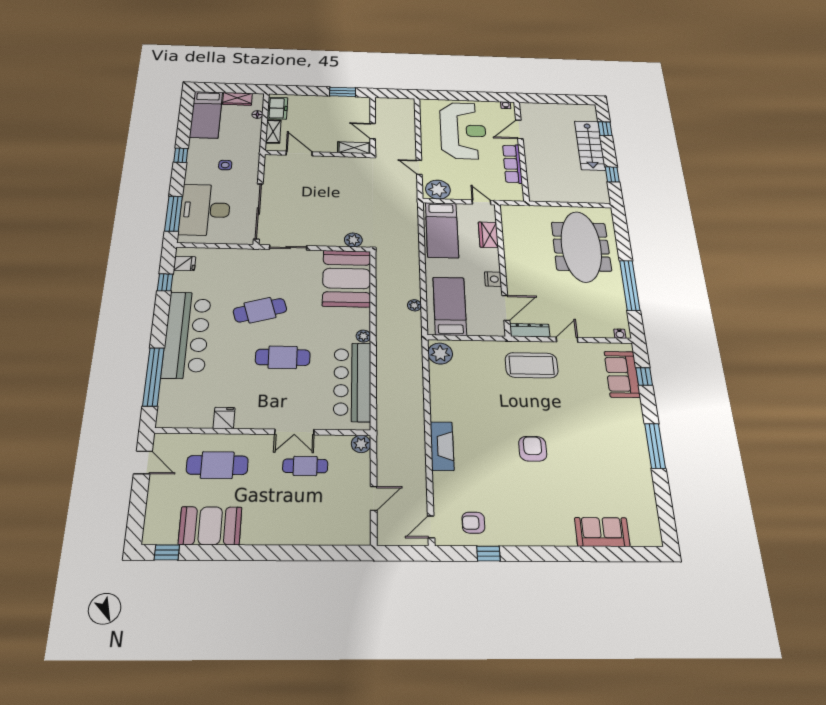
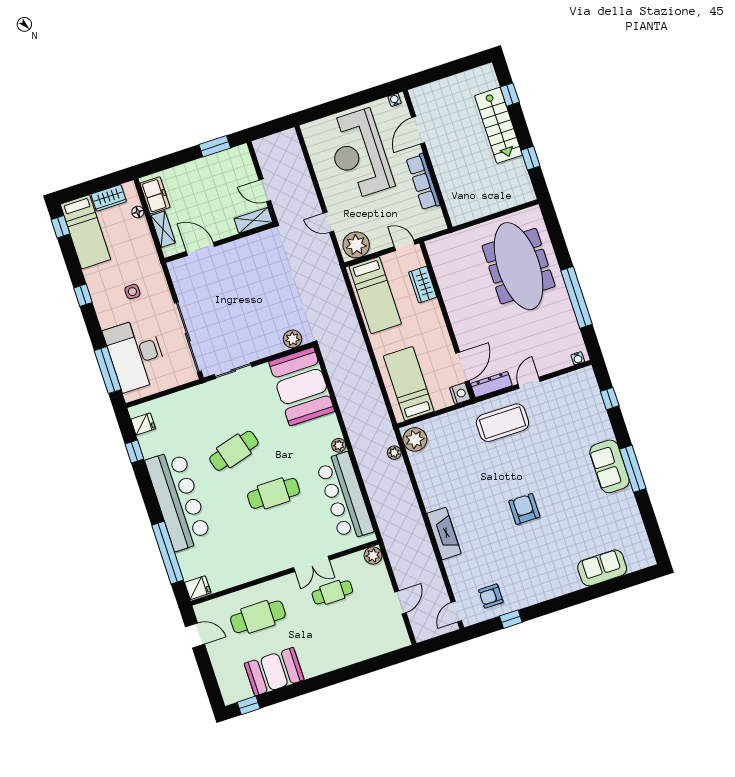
window: (187, 105) -> (61, 227), added
reception desk: (463, 131) -> (359, 154), turned 180
nightstand: (493, 279) -> (460, 394), moved
plant: (414, 305) -> (394, 453), moved
sofa: (622, 374) -> (609, 466), moved
fridge: (224, 418) -> (198, 588), moved, turned 90

